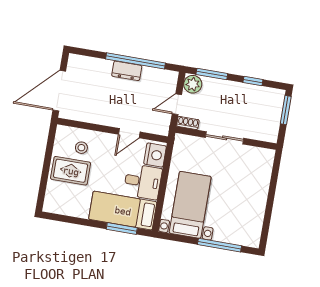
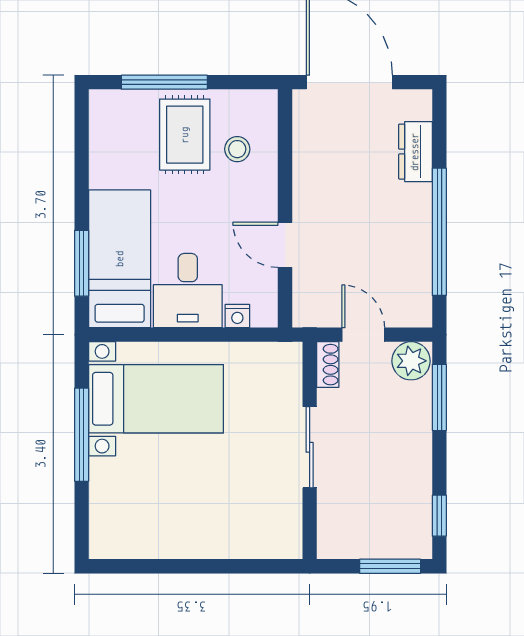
dresser: (127, 71) -> (415, 152), moved
window: (253, 81) -> (439, 516), moved
nightstand: (155, 155) -> (237, 316), width x0.53, depth x0.56
window: (45, 176) -> (164, 82), added
window: (219, 245) -> (82, 435), moved

